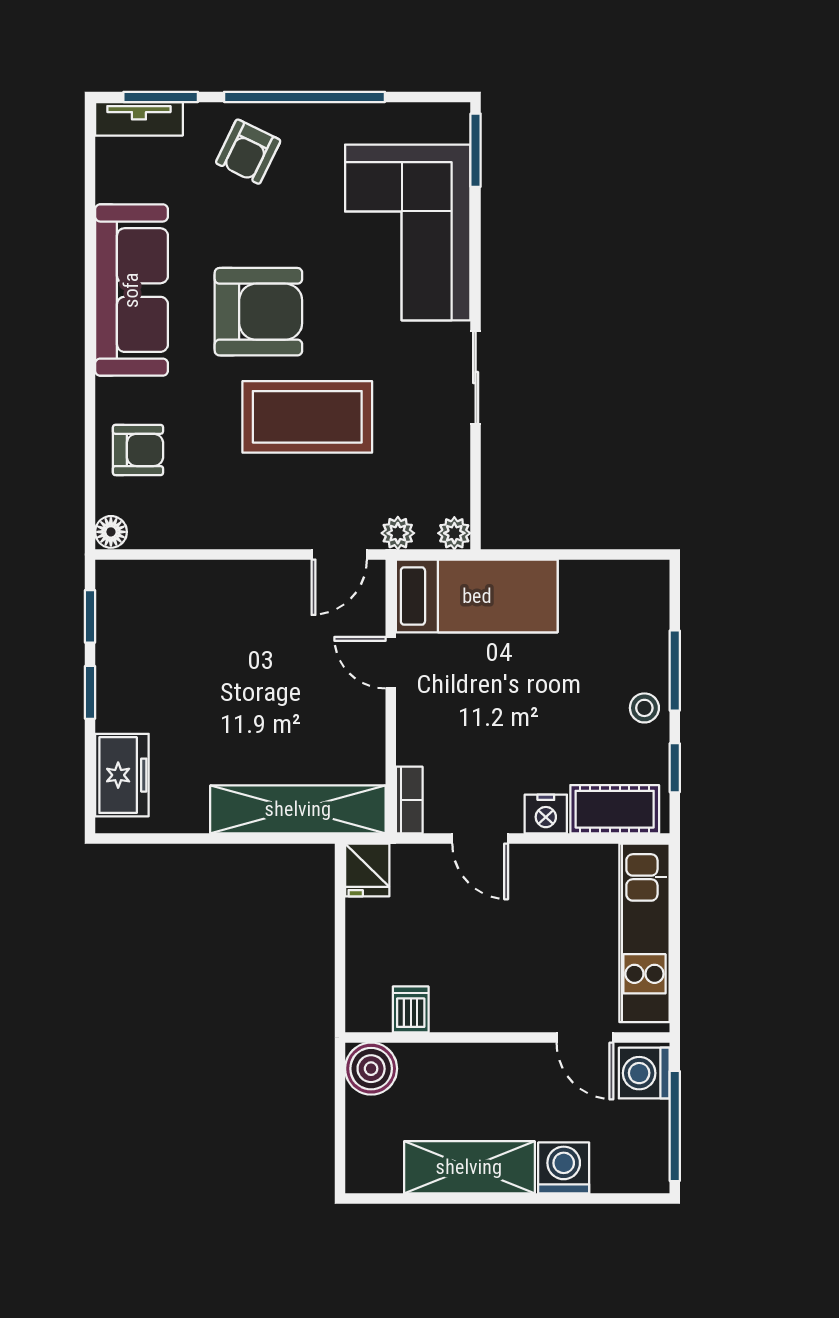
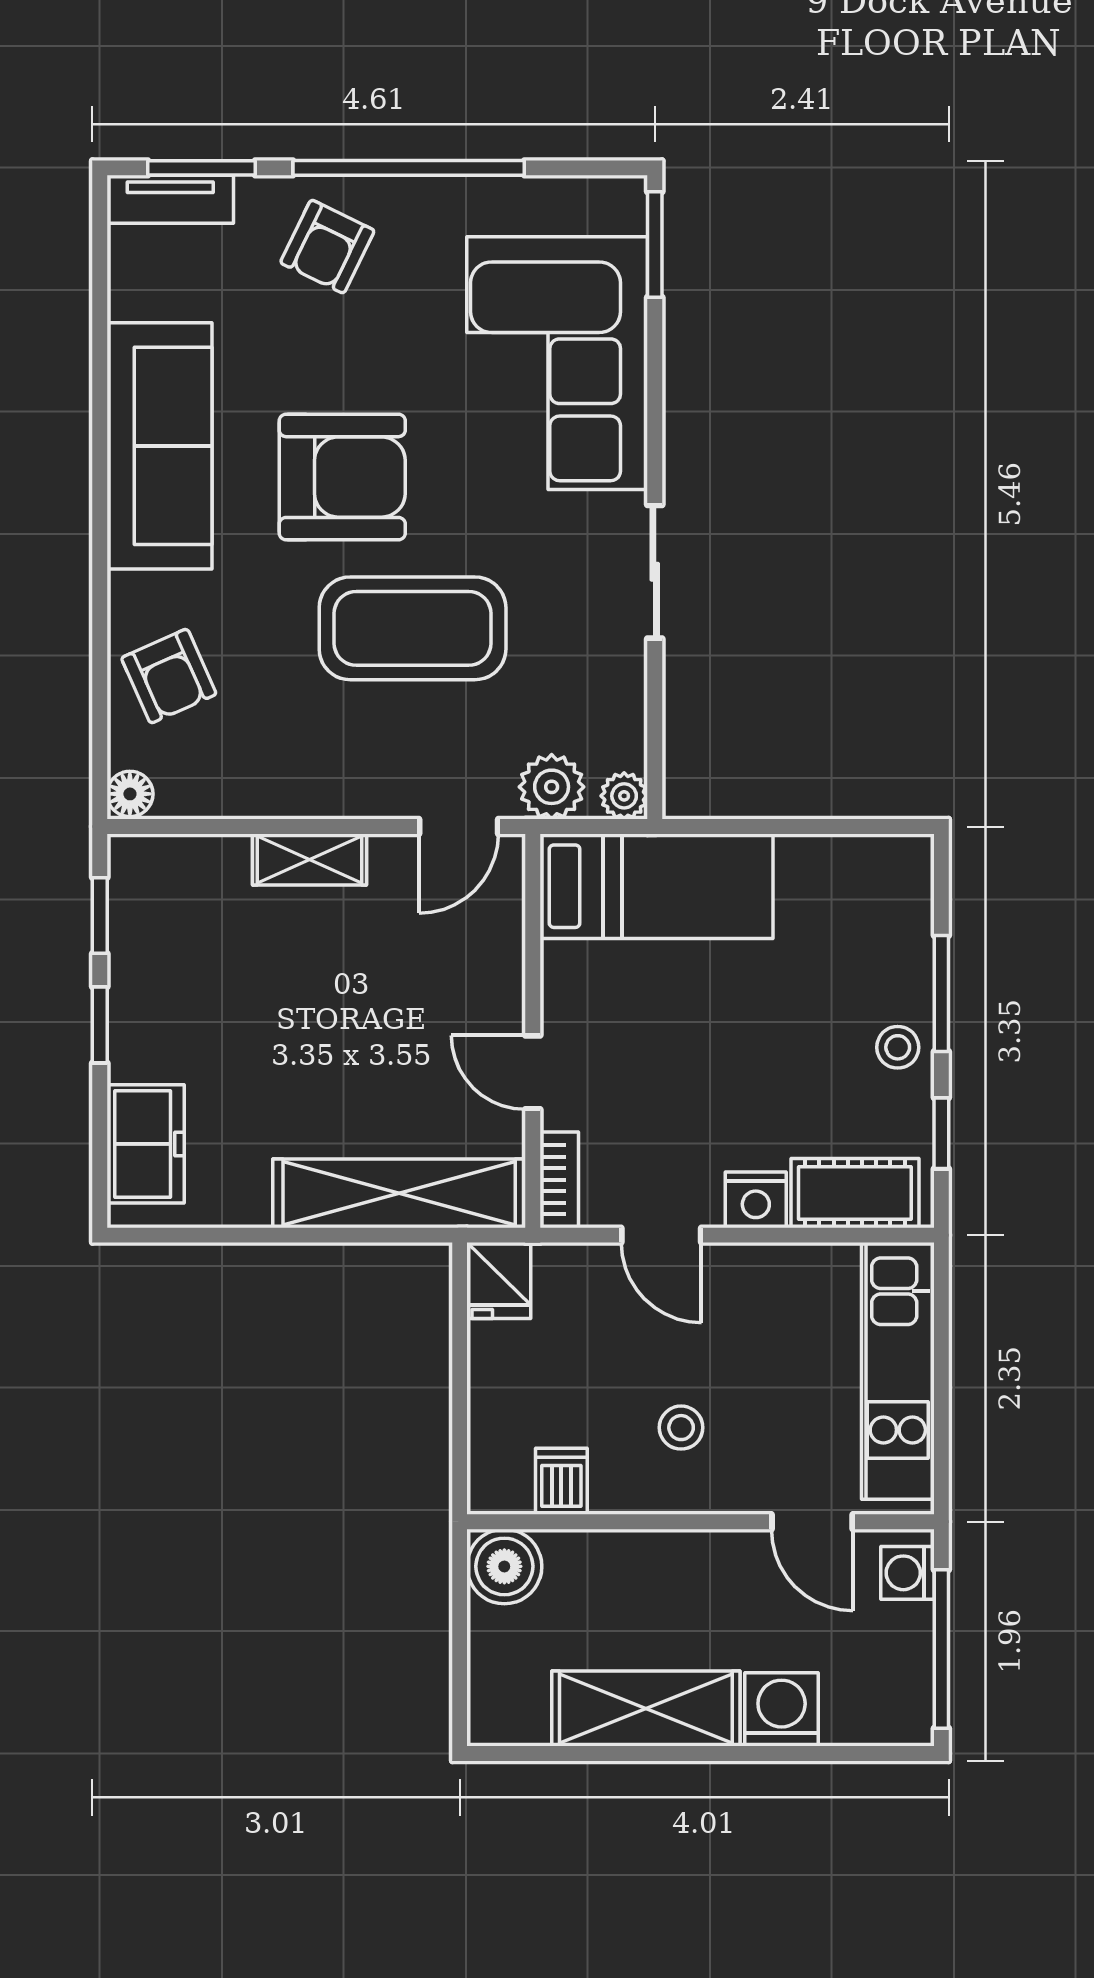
armchair: (138, 450) -> (169, 676), turned 66
plant: (398, 533) -> (552, 787), width x1.38, depth x1.38
shelving: (236, 577) -> (310, 859), added
door: (391, 663) -> (533, 1072), moved
stool: (494, 972) -> (681, 1428), added
washing machine: (644, 1073) -> (908, 1573), width x0.73, depth x0.73

